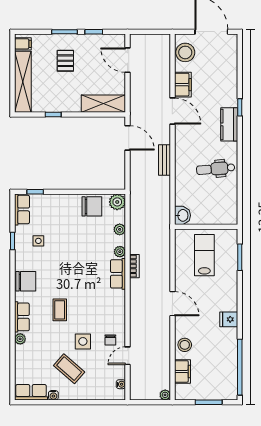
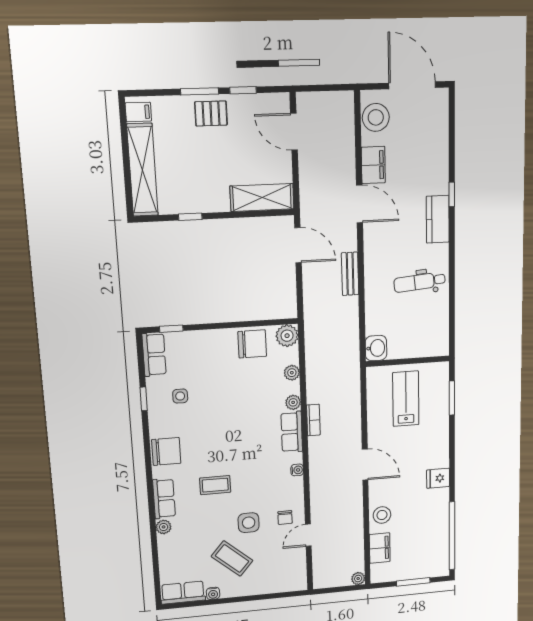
pallet: (65, 61) -> (211, 113), moved, turned 90
coffee table: (60, 310) -> (215, 485), turned 90
water cooler: (121, 384) -> (297, 470), moved

